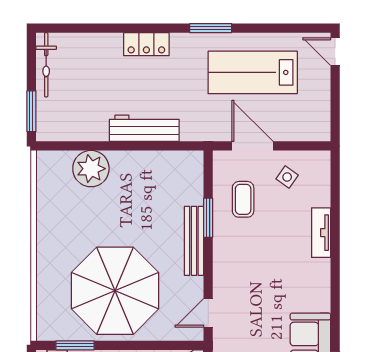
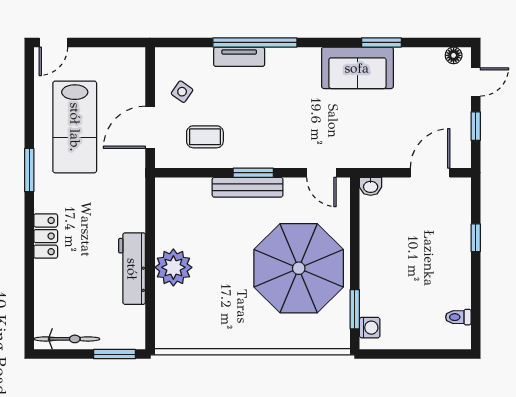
workbench: (144, 128) -> (132, 269), moved
plant: (91, 169) -> (173, 267), moved
window: (208, 218) -> (253, 173), moved
window: (335, 248) -> (255, 42), added

